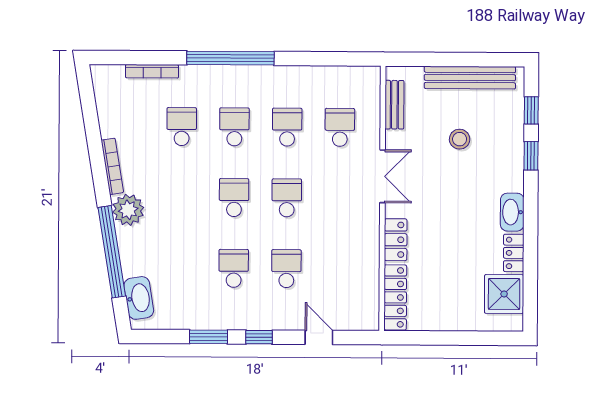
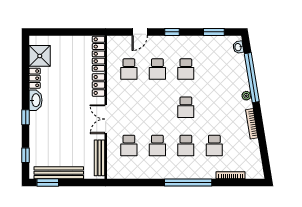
window: (490, 60) -> (48, 183), added
bench: (394, 105) -> (99, 158), width x1.36
stool: (460, 139) -> (64, 139), removed
window: (531, 156) -> (26, 117), moved
school desk: (287, 198) -> (129, 69), moved
plant: (128, 210) -> (246, 96), width x0.53, depth x0.53
washbasin: (139, 298) -> (238, 47), width x0.52, depth x0.69
window: (208, 337) -> (214, 32), moved
door: (319, 337) -> (140, 32), hinge flipped

